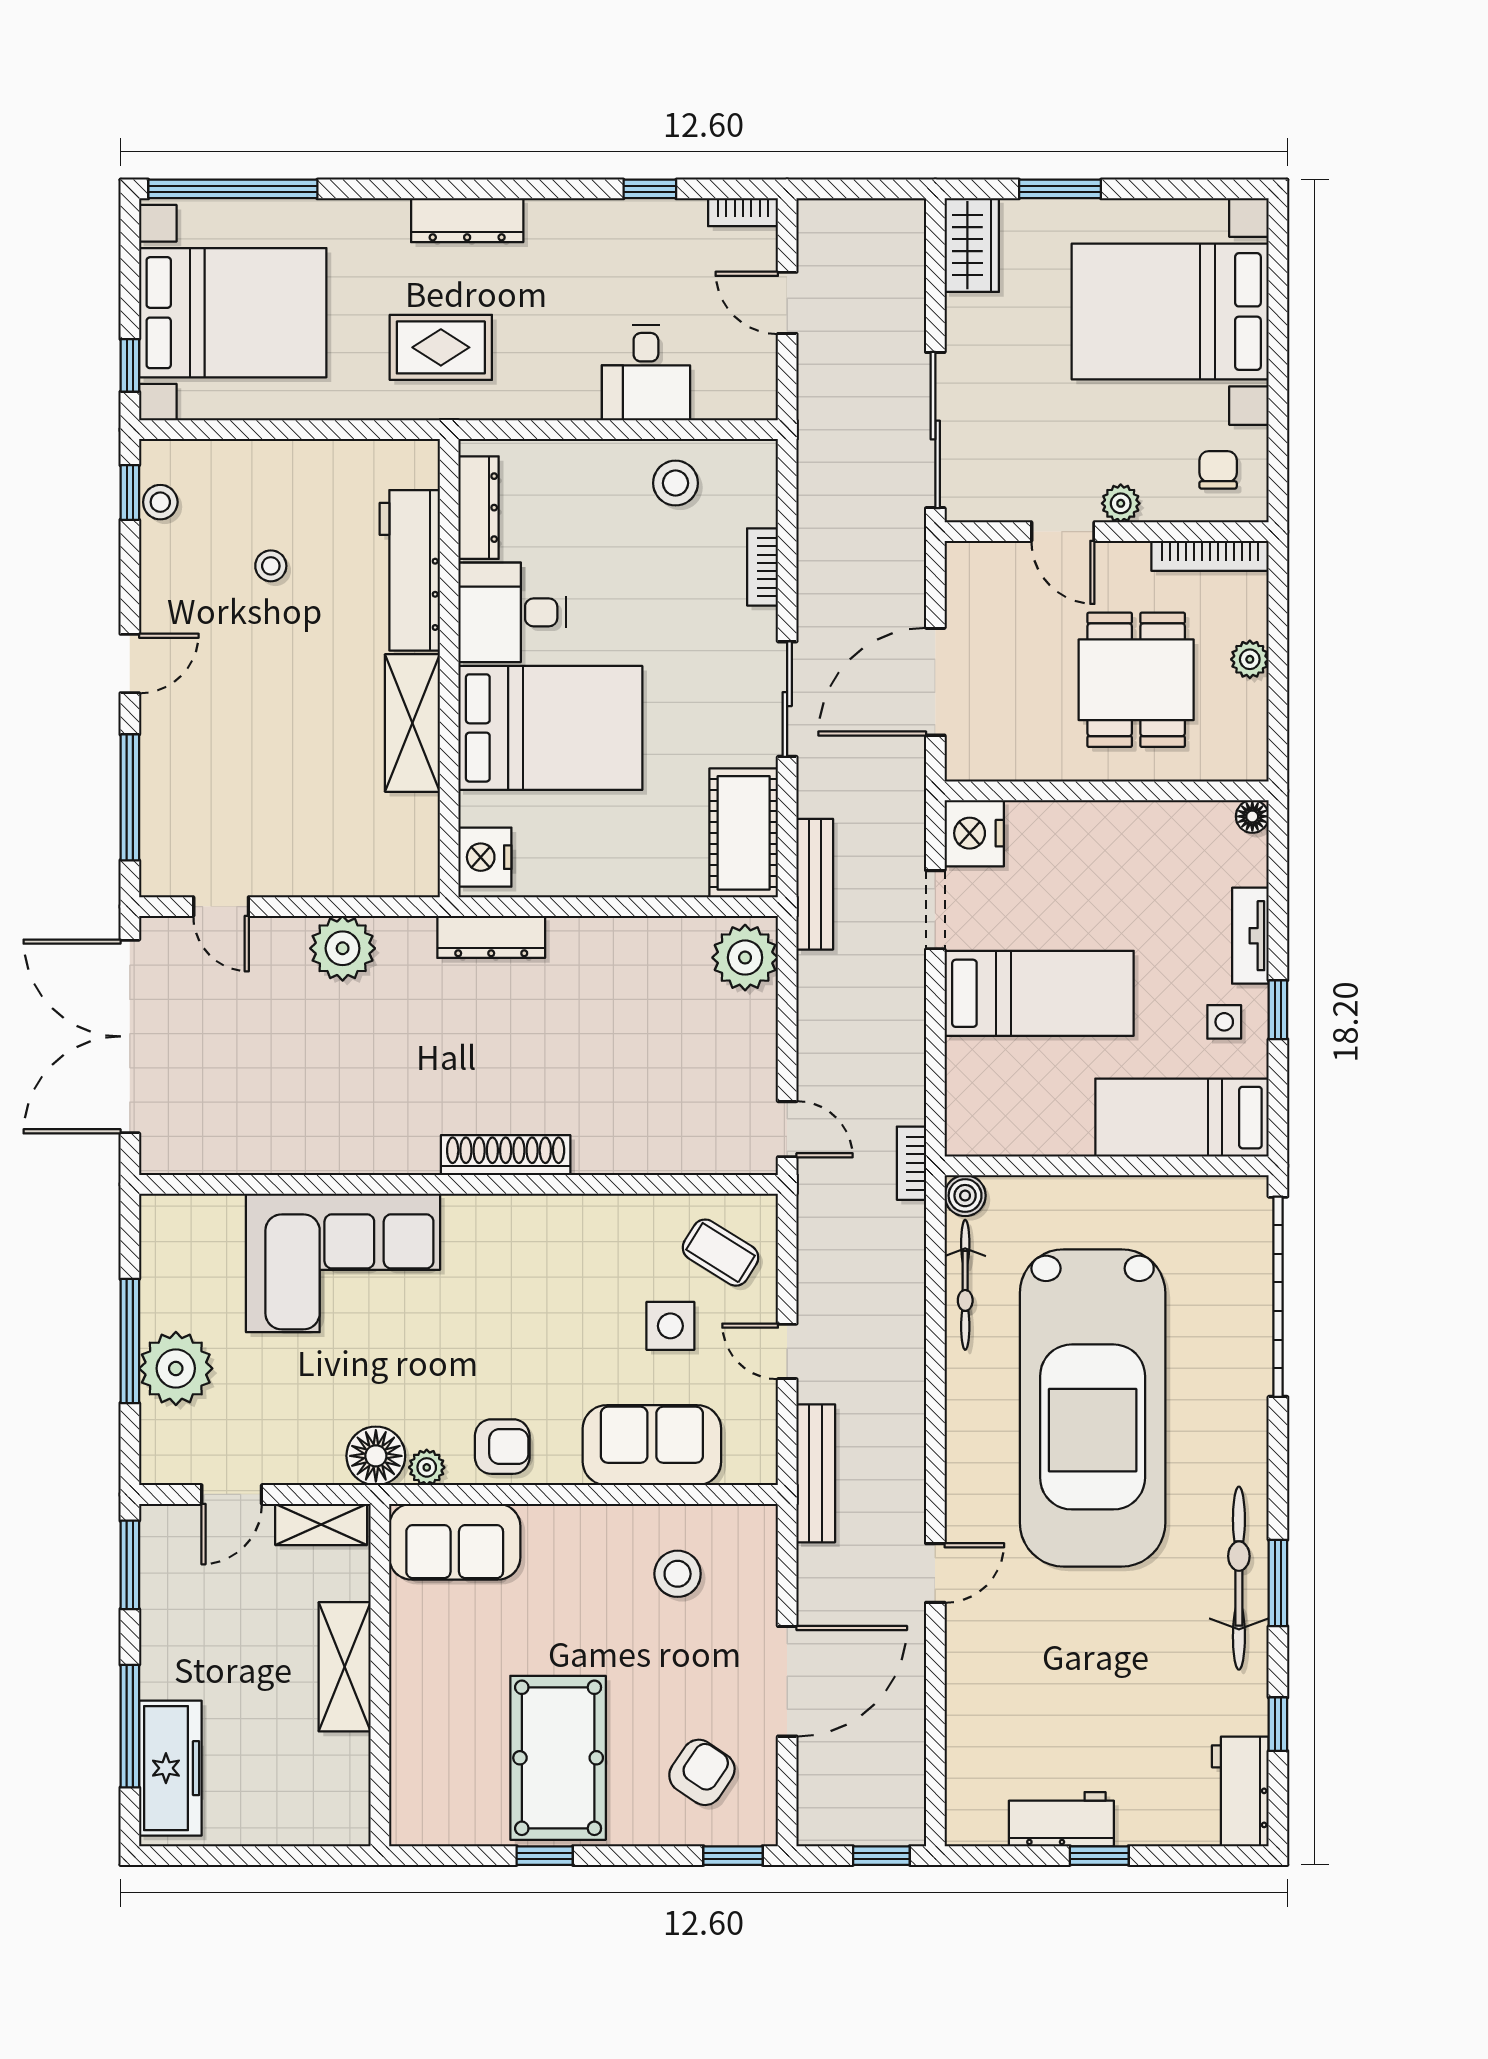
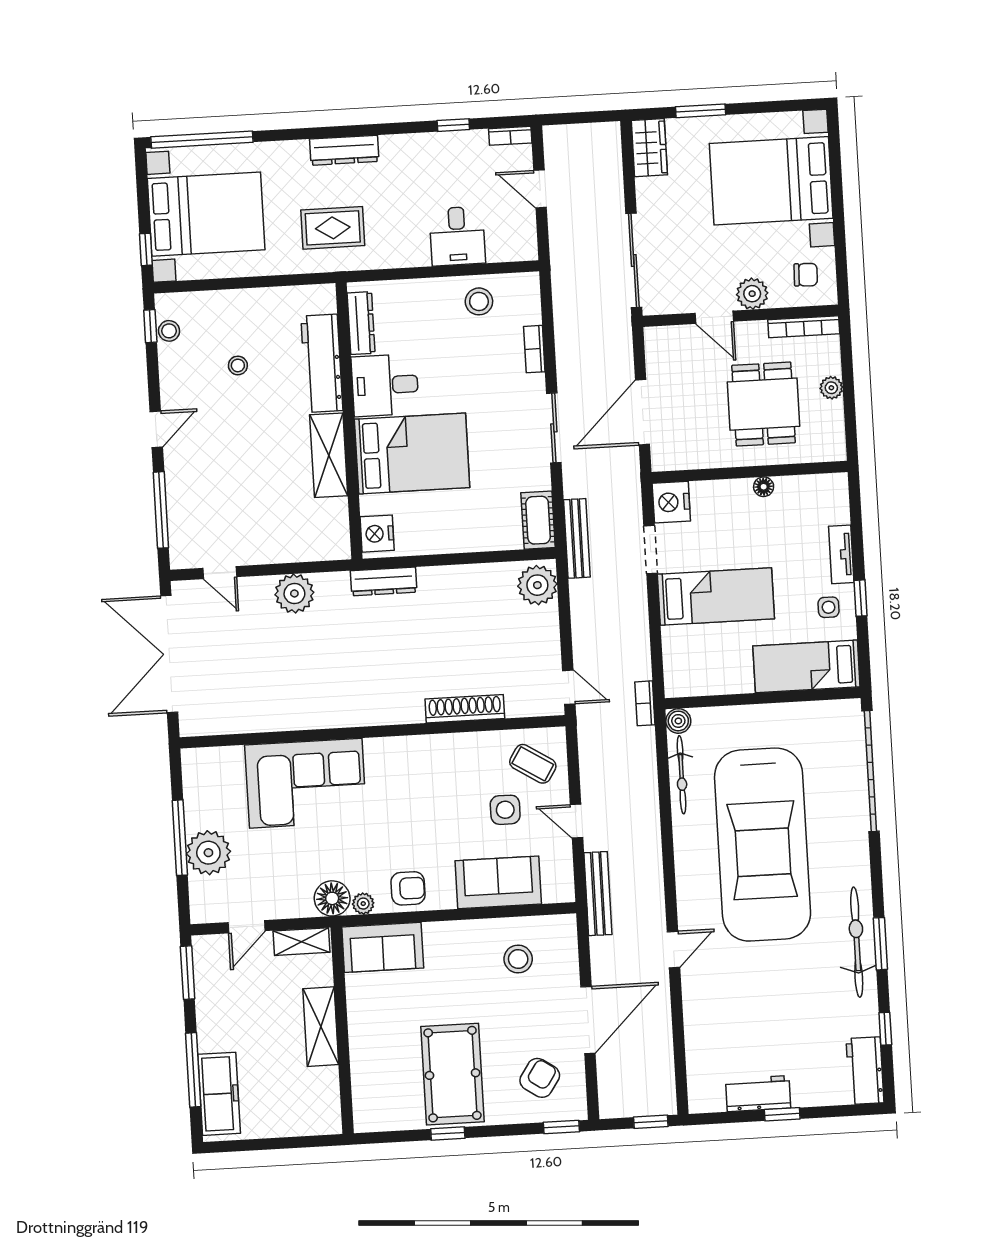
chair: (1218, 470) -> (806, 275), turned 92
plant: (1121, 503) -> (752, 294), width x1.38, depth x1.38
floor lamp: (1252, 816) -> (764, 487), moved
cot: (744, 833) -> (538, 520), width x0.73, depth x0.75
shoe rack: (506, 1155) -> (465, 709), moved

